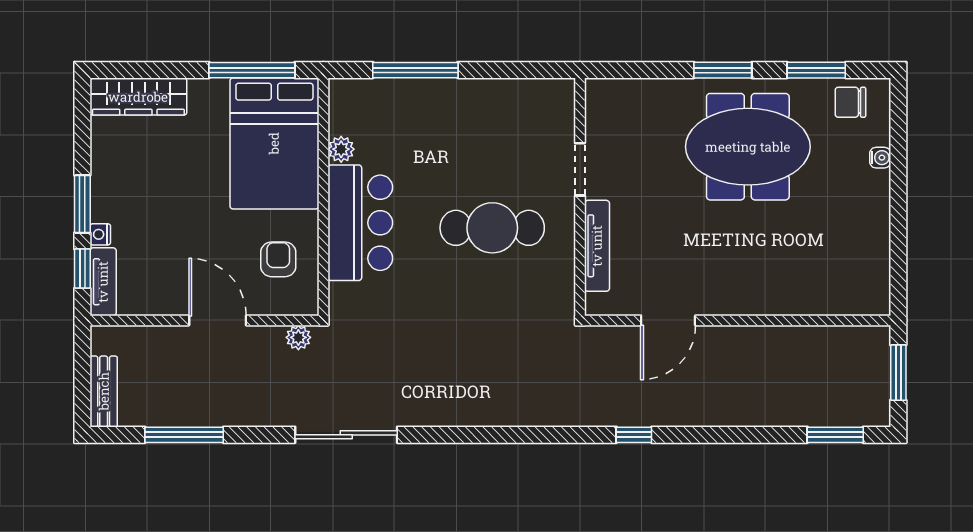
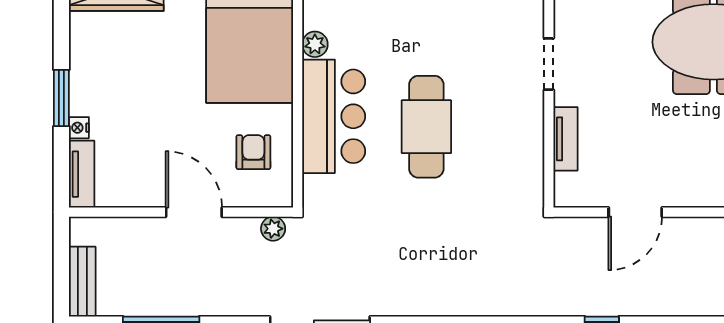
cafe table: (492, 228) -> (426, 127), moved, turned 90
tv unit: (597, 246) -> (566, 139), width x0.71
window: (82, 269) -> (61, 161), removed

